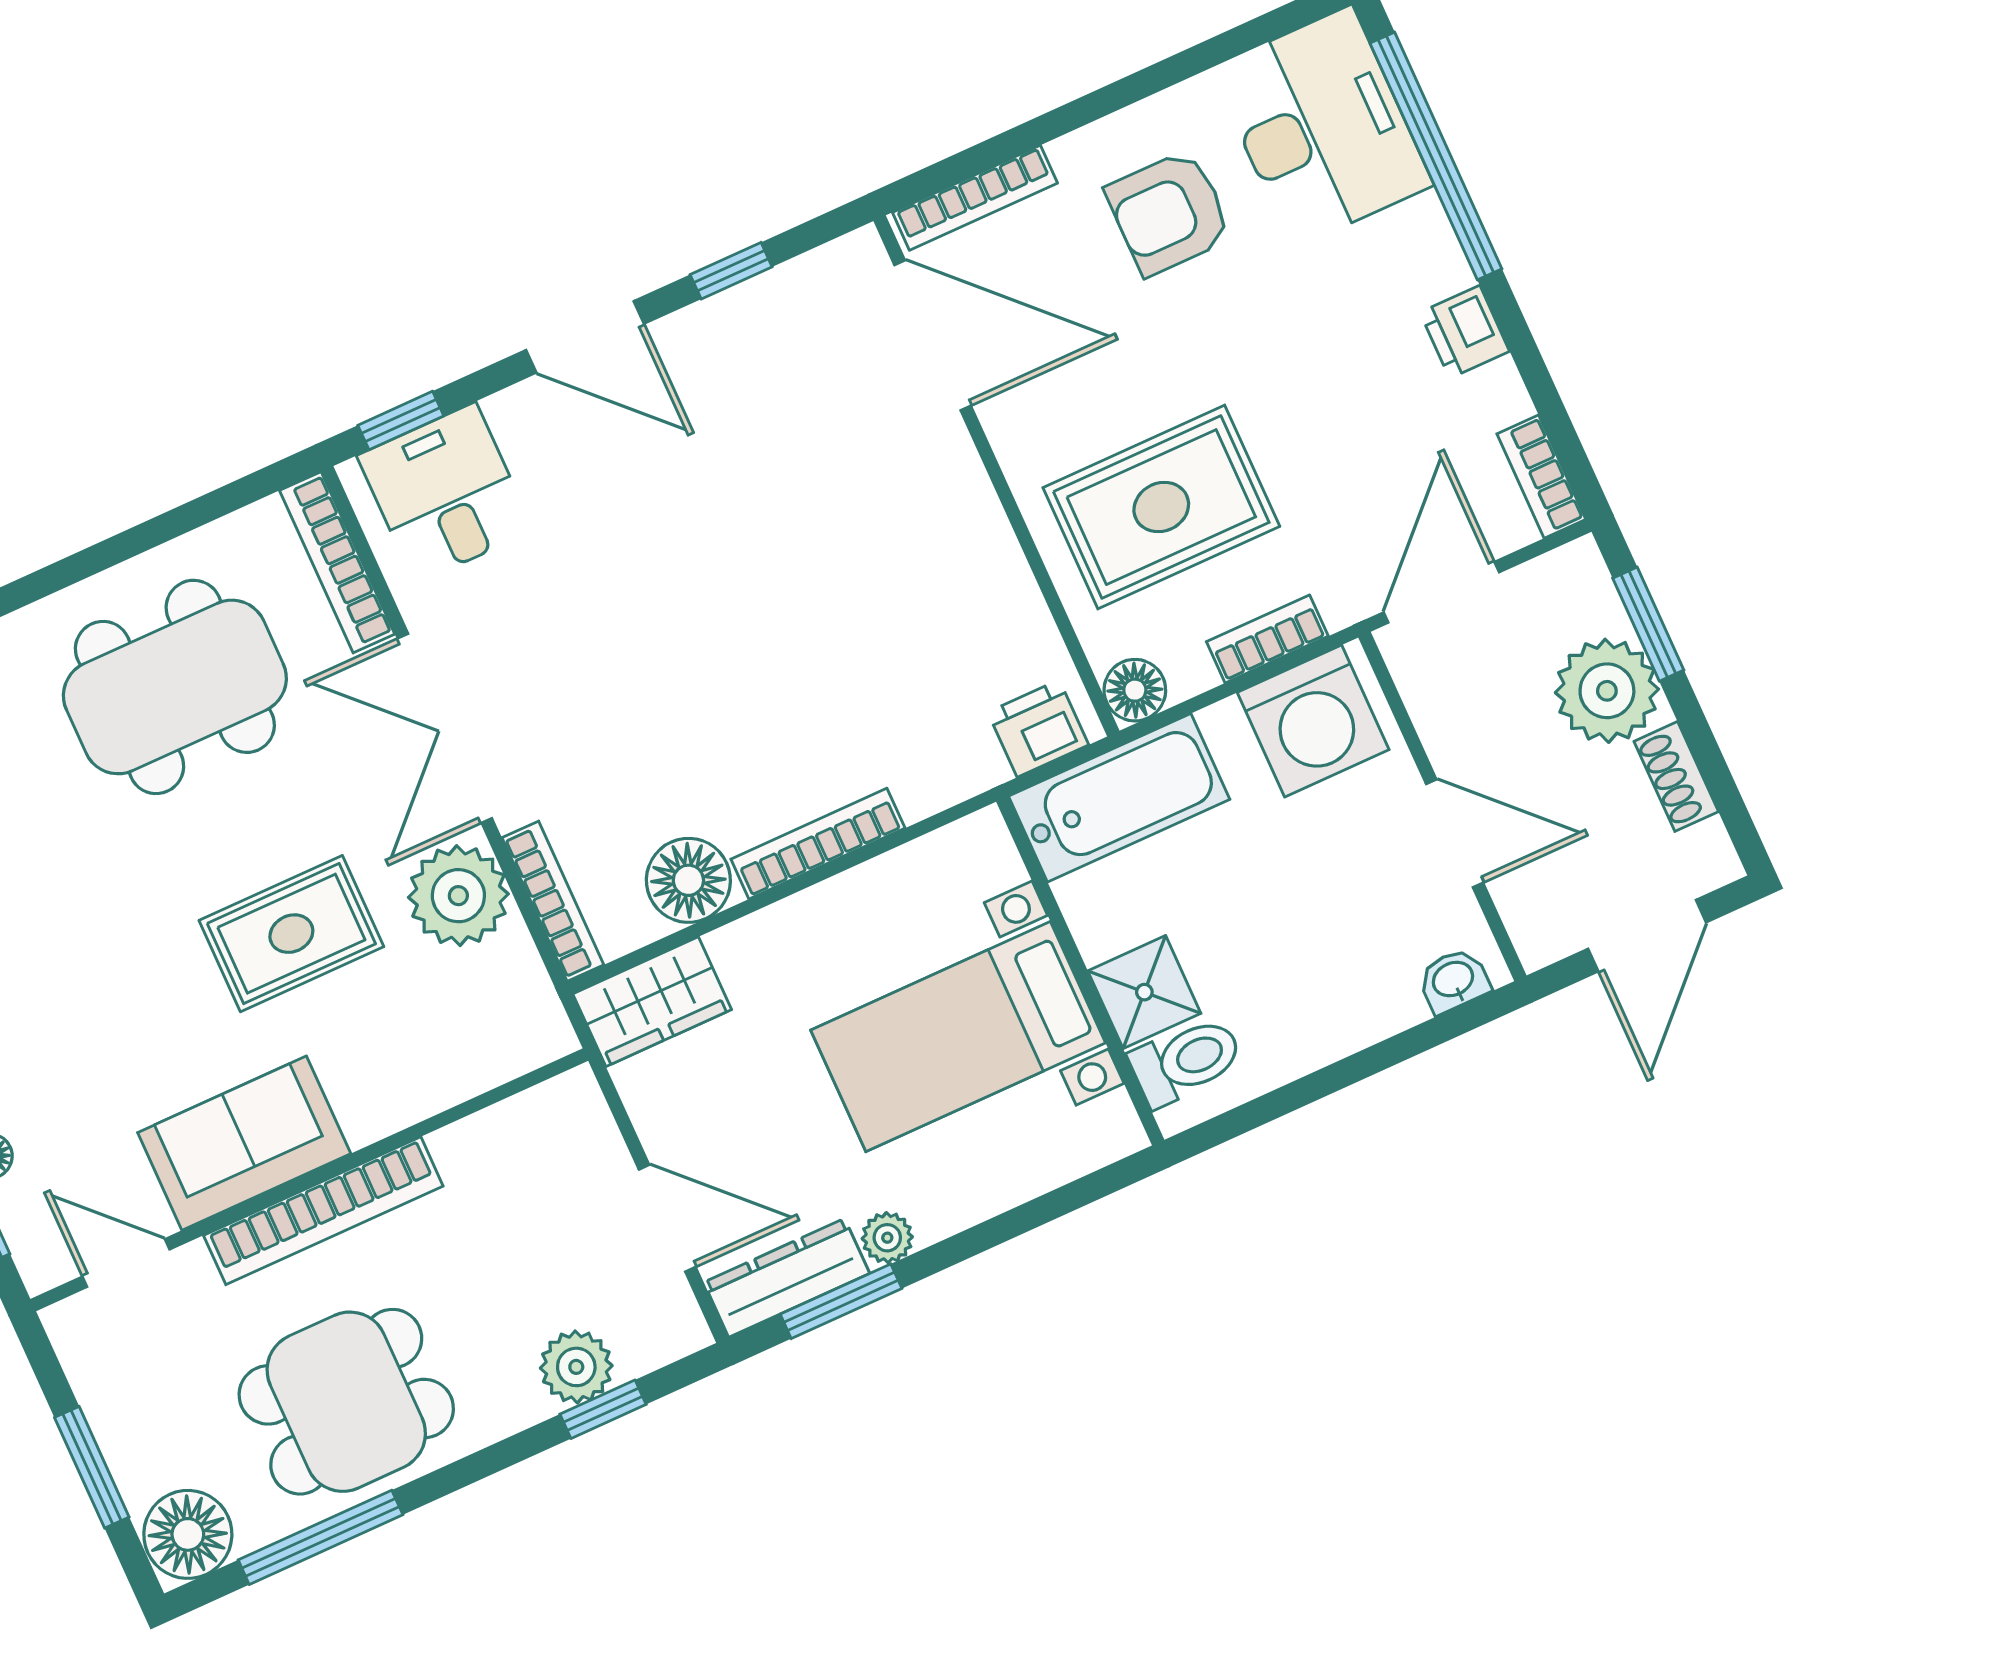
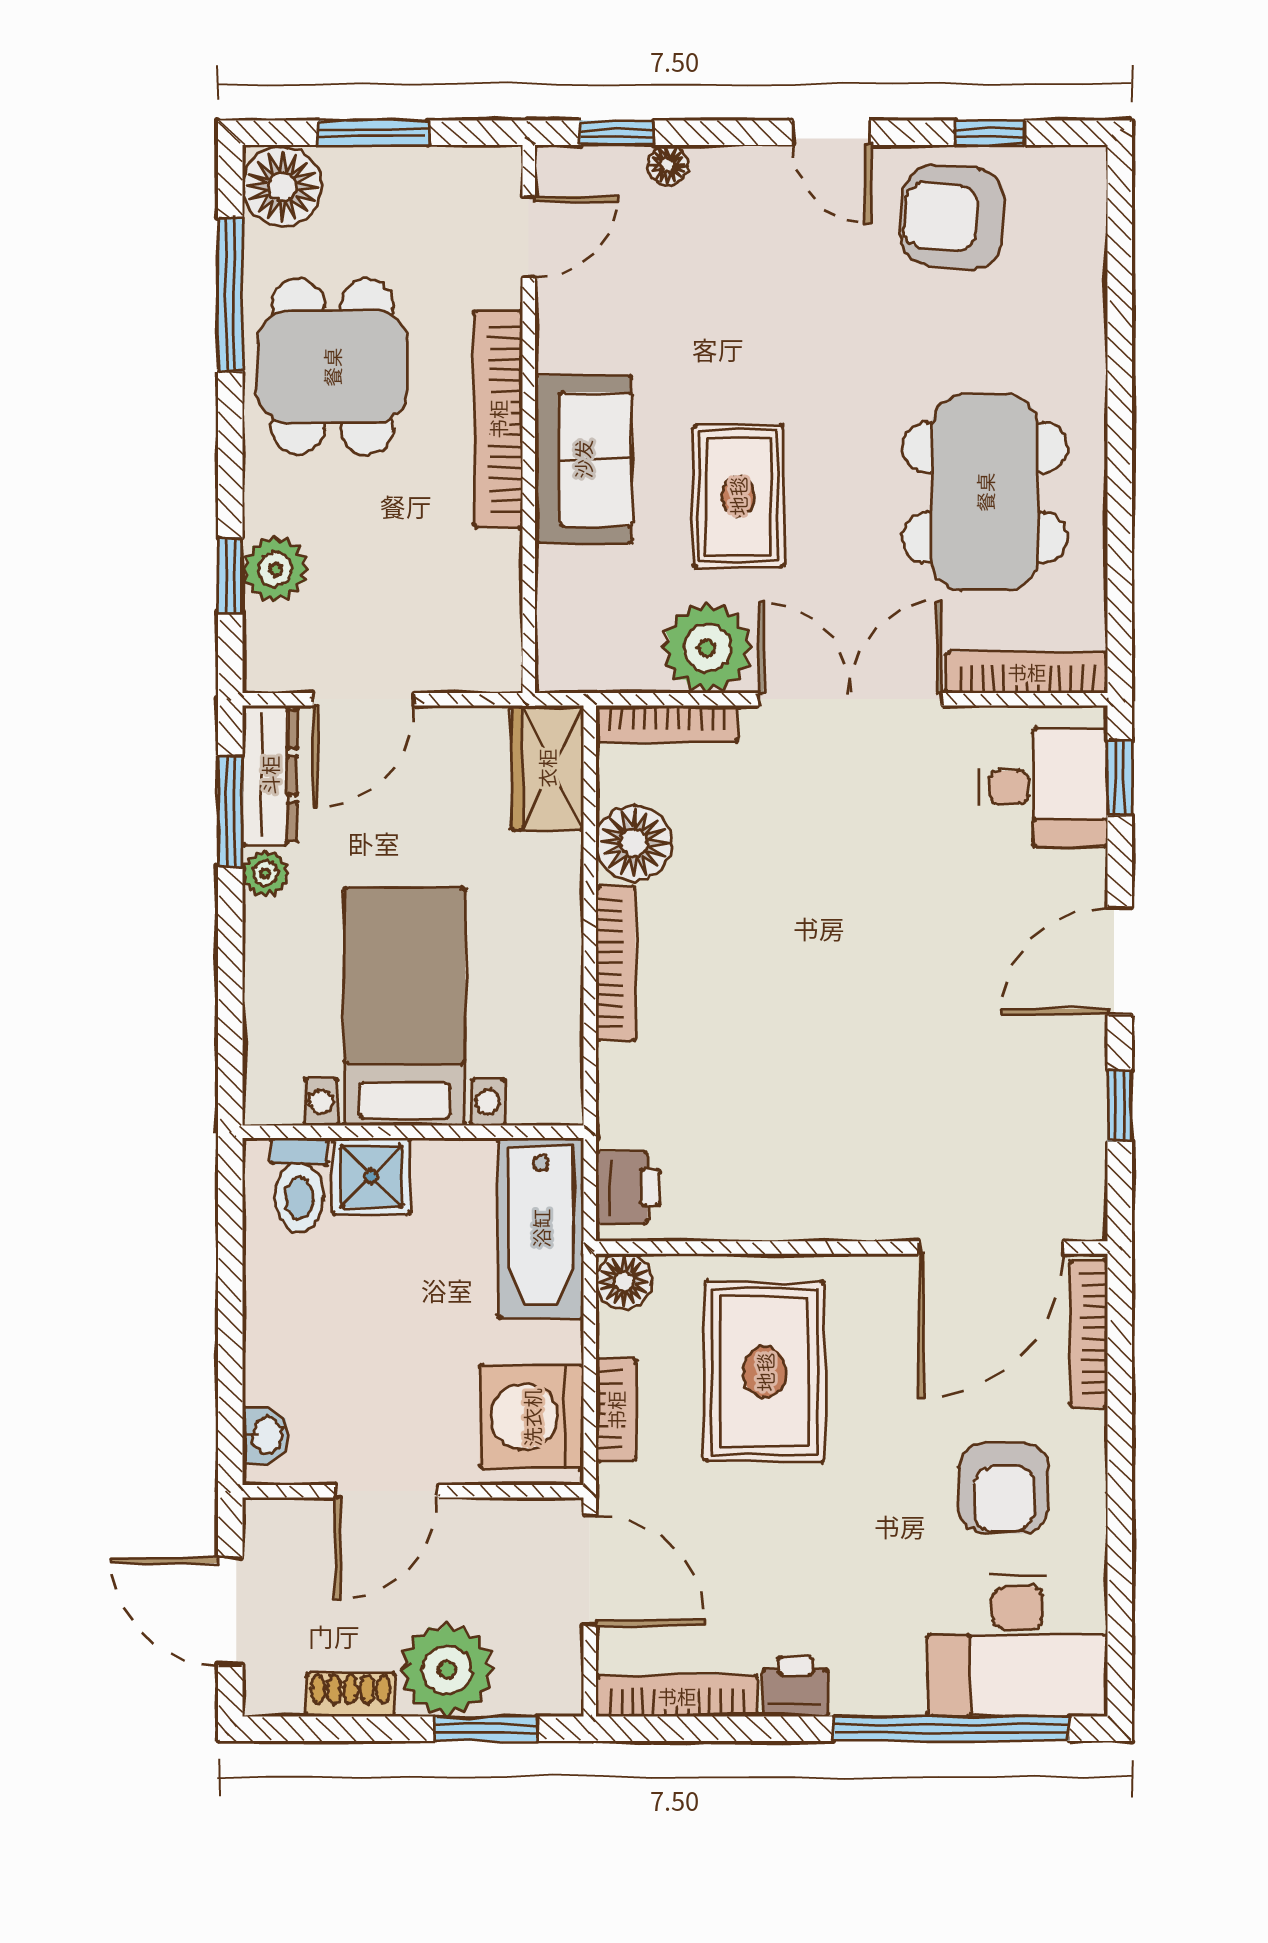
armchair: (1169, 213) -> (1004, 1488), turned 180
bookcase: (1541, 477) -> (677, 1696), width x1.56
sofa: (244, 1143) -> (583, 459), moved

